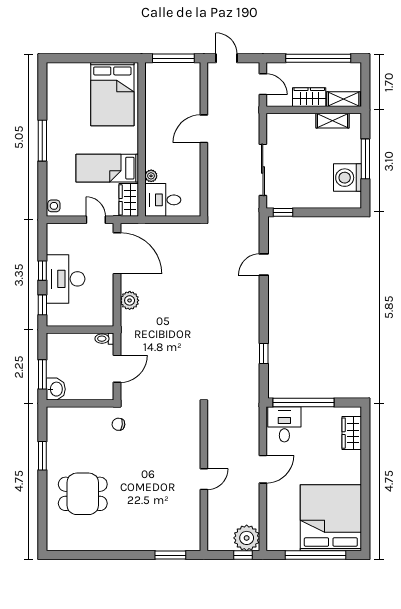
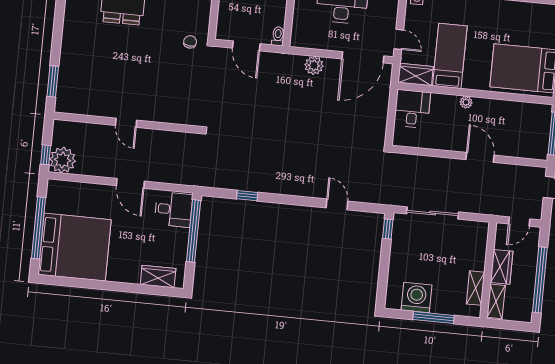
plant: (151, 176) -> (466, 102), moved
door: (96, 220) -> (399, 39), hinge flipped

